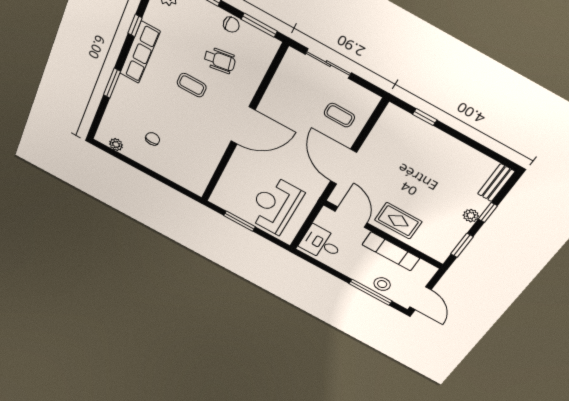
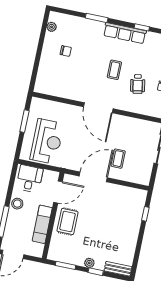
coffee table: (339, 115) -> (118, 159), moved
reception desk: (275, 205) -> (47, 141), turned 90
stool: (382, 284) -> (17, 204), moved

